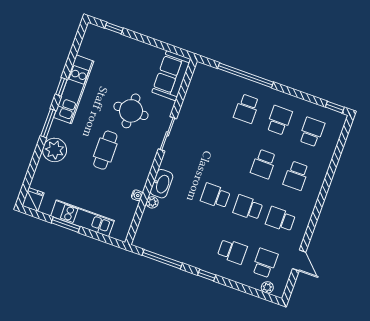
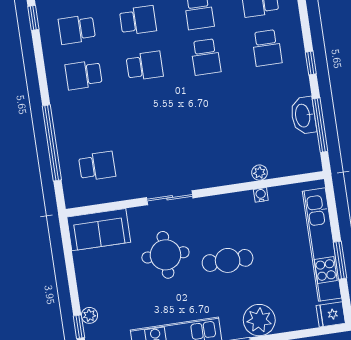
plant: (118, 39) -> (89, 315), added
school desk: (247, 109) -> (97, 166), moved
washbasin: (162, 184) -> (303, 116), moved, turned -90
school desk: (215, 196) -> (212, 102), removed
kitchen unit: (82, 218) -> (322, 245), width x1.36
school desk: (232, 251) -> (267, 48), turned 180

